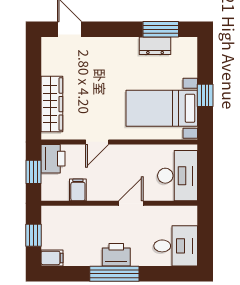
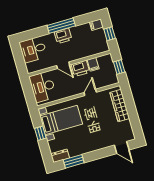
dresser: (155, 46) -> (60, 156), moved
printer: (53, 159) -> (80, 68), moved, turned -90
door: (131, 203) -> (63, 65), hinge flipped

